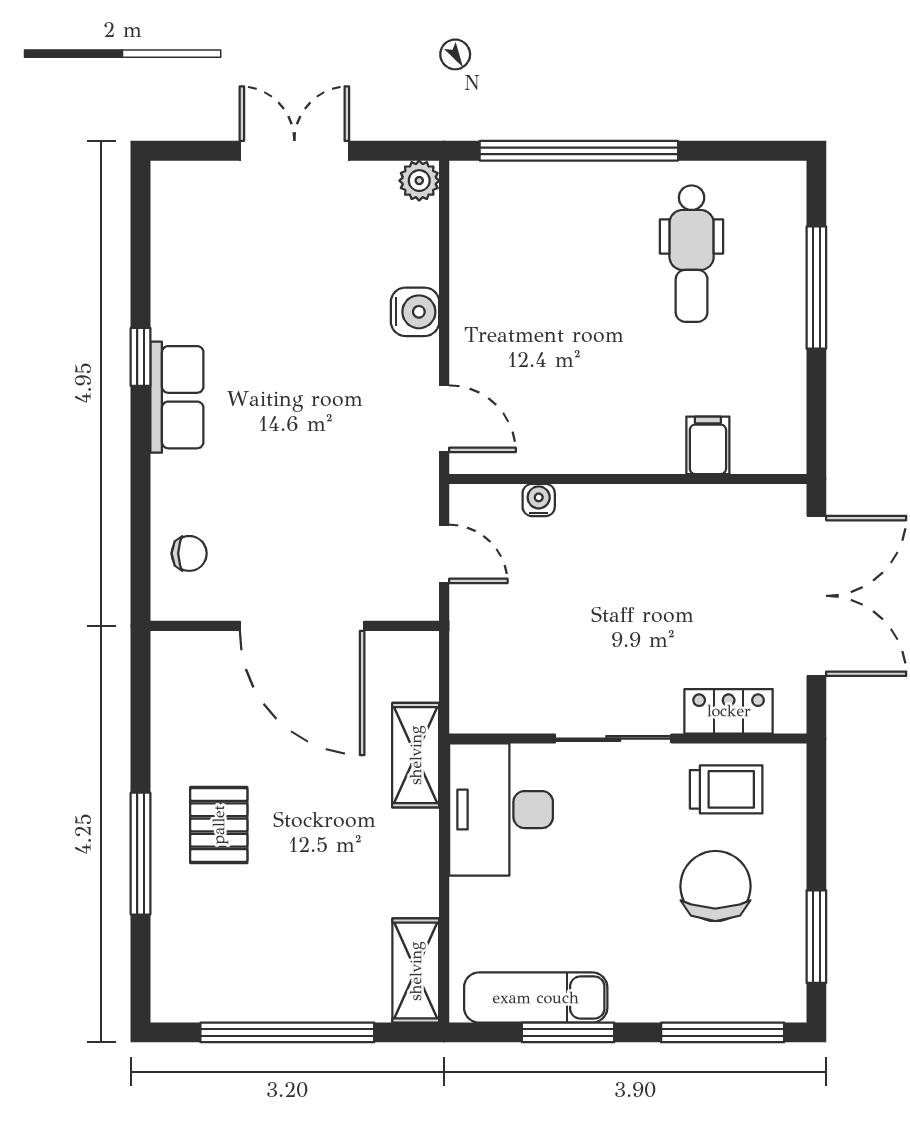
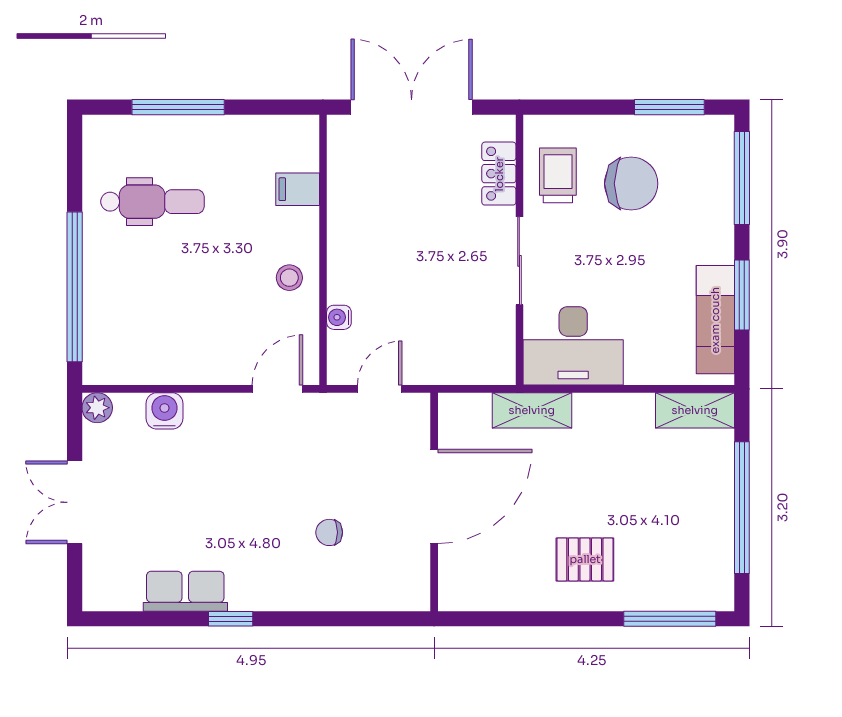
water cooler: (415, 312) -> (164, 411), moved
row of seats: (177, 397) -> (185, 591), moved
stool: (591, 435) -> (289, 278), added
chair: (189, 553) -> (329, 532), moved, turned -90
window: (140, 854) -> (670, 619), moved
chair: (715, 886) -> (631, 184), turned 180

